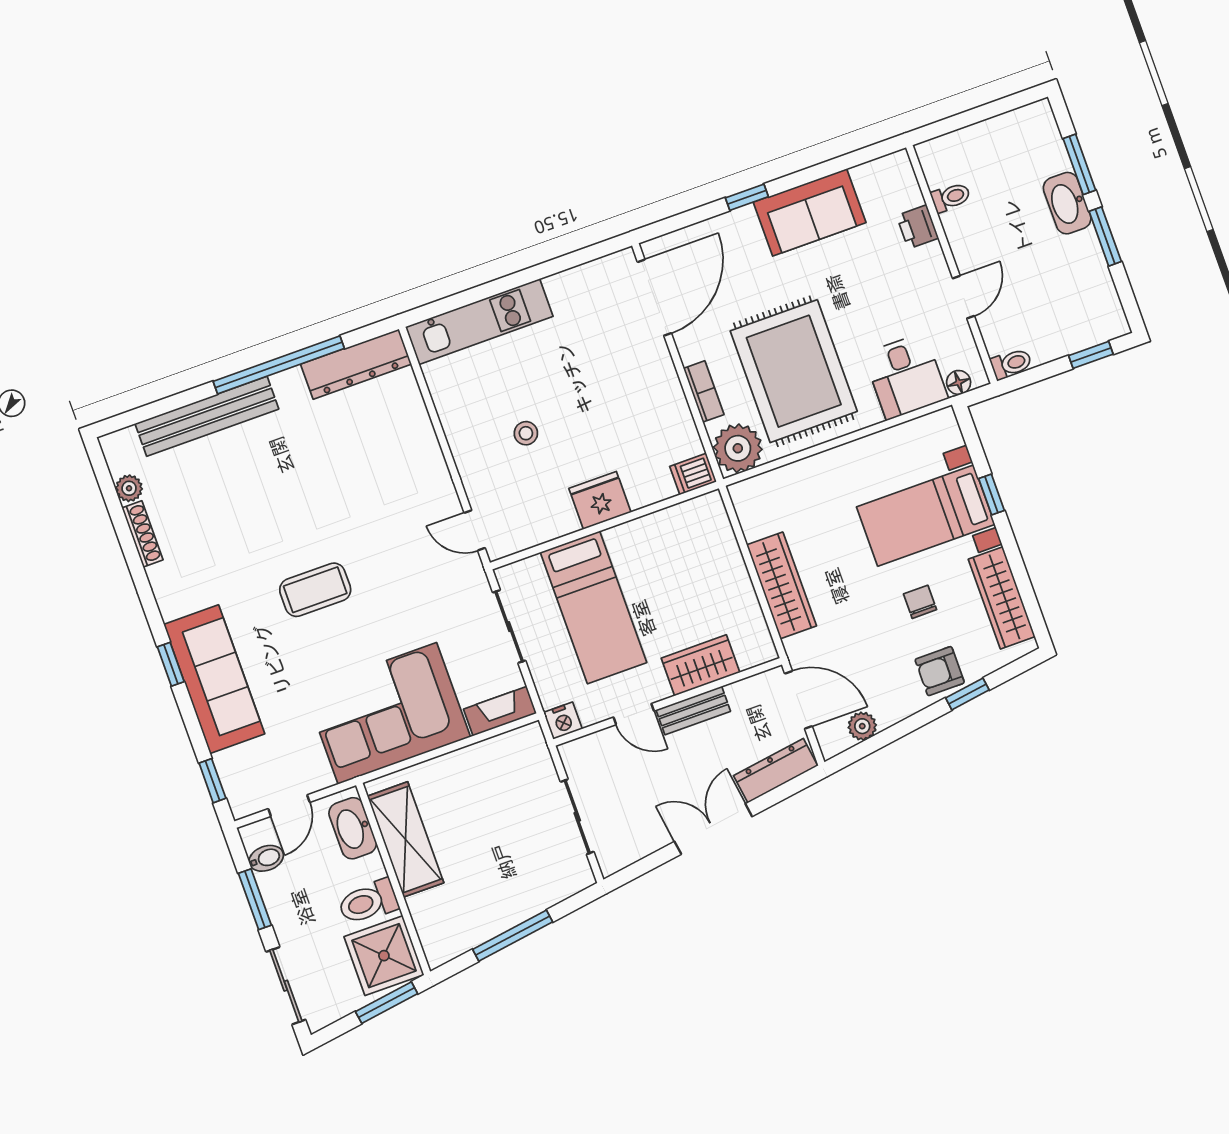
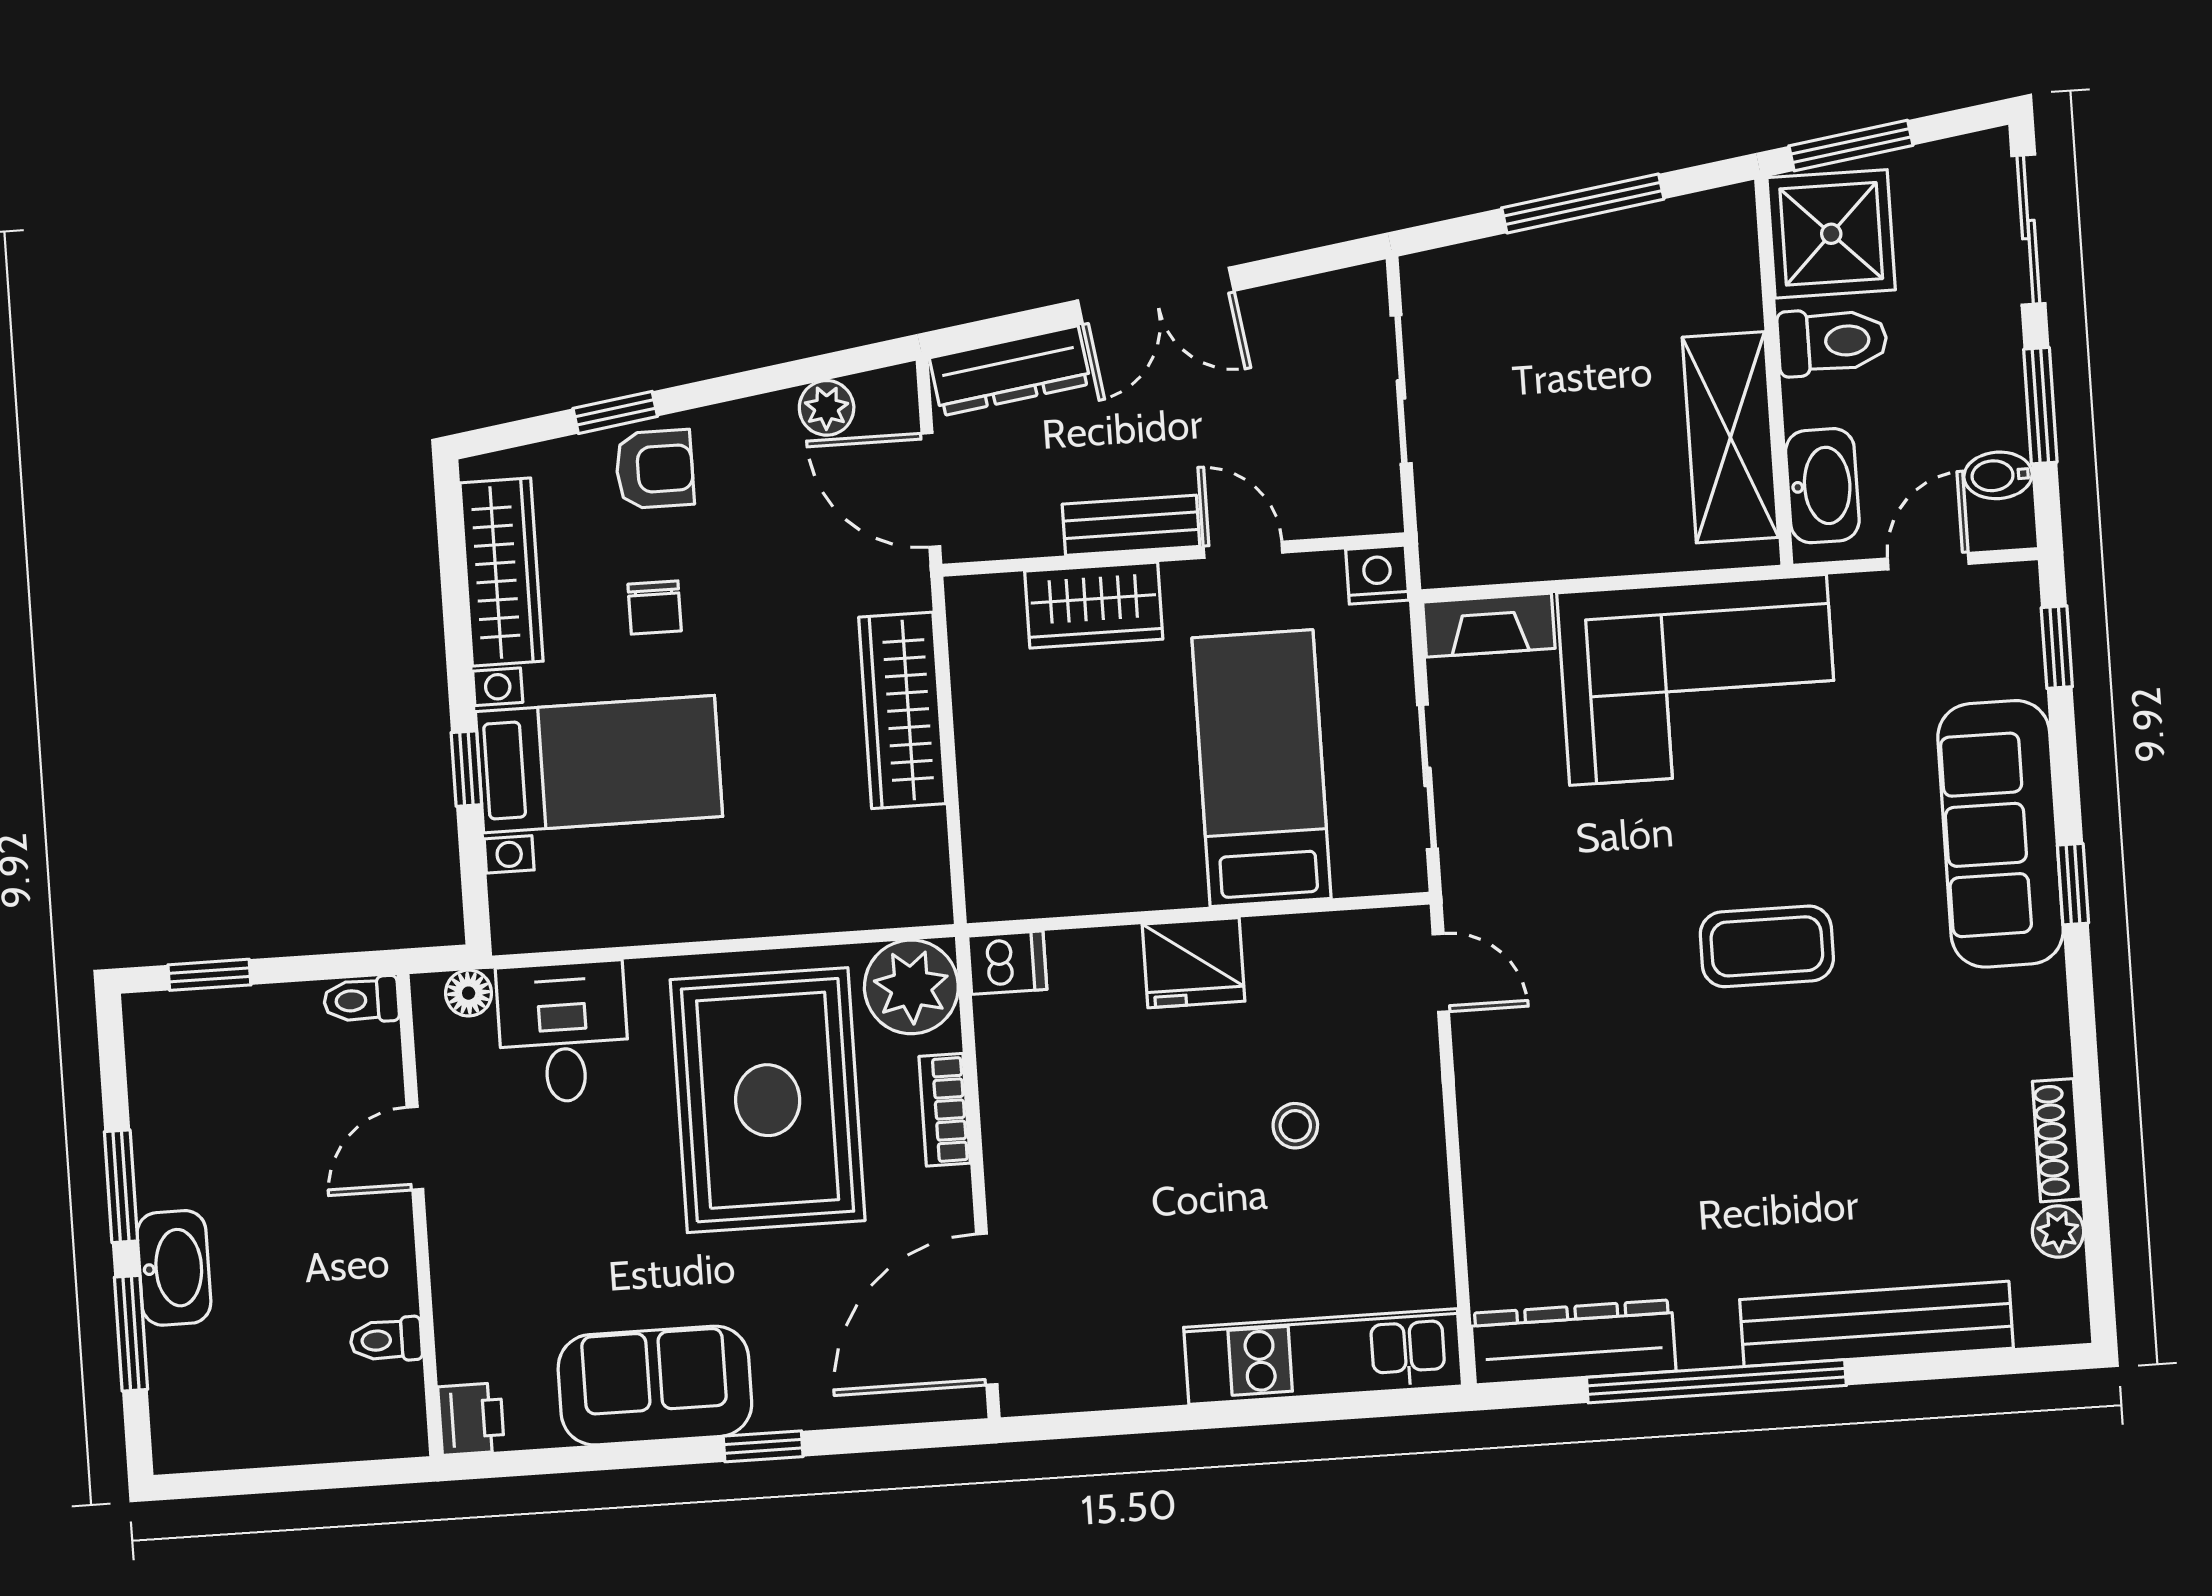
printer: (917, 227) -> (471, 1419), moved

